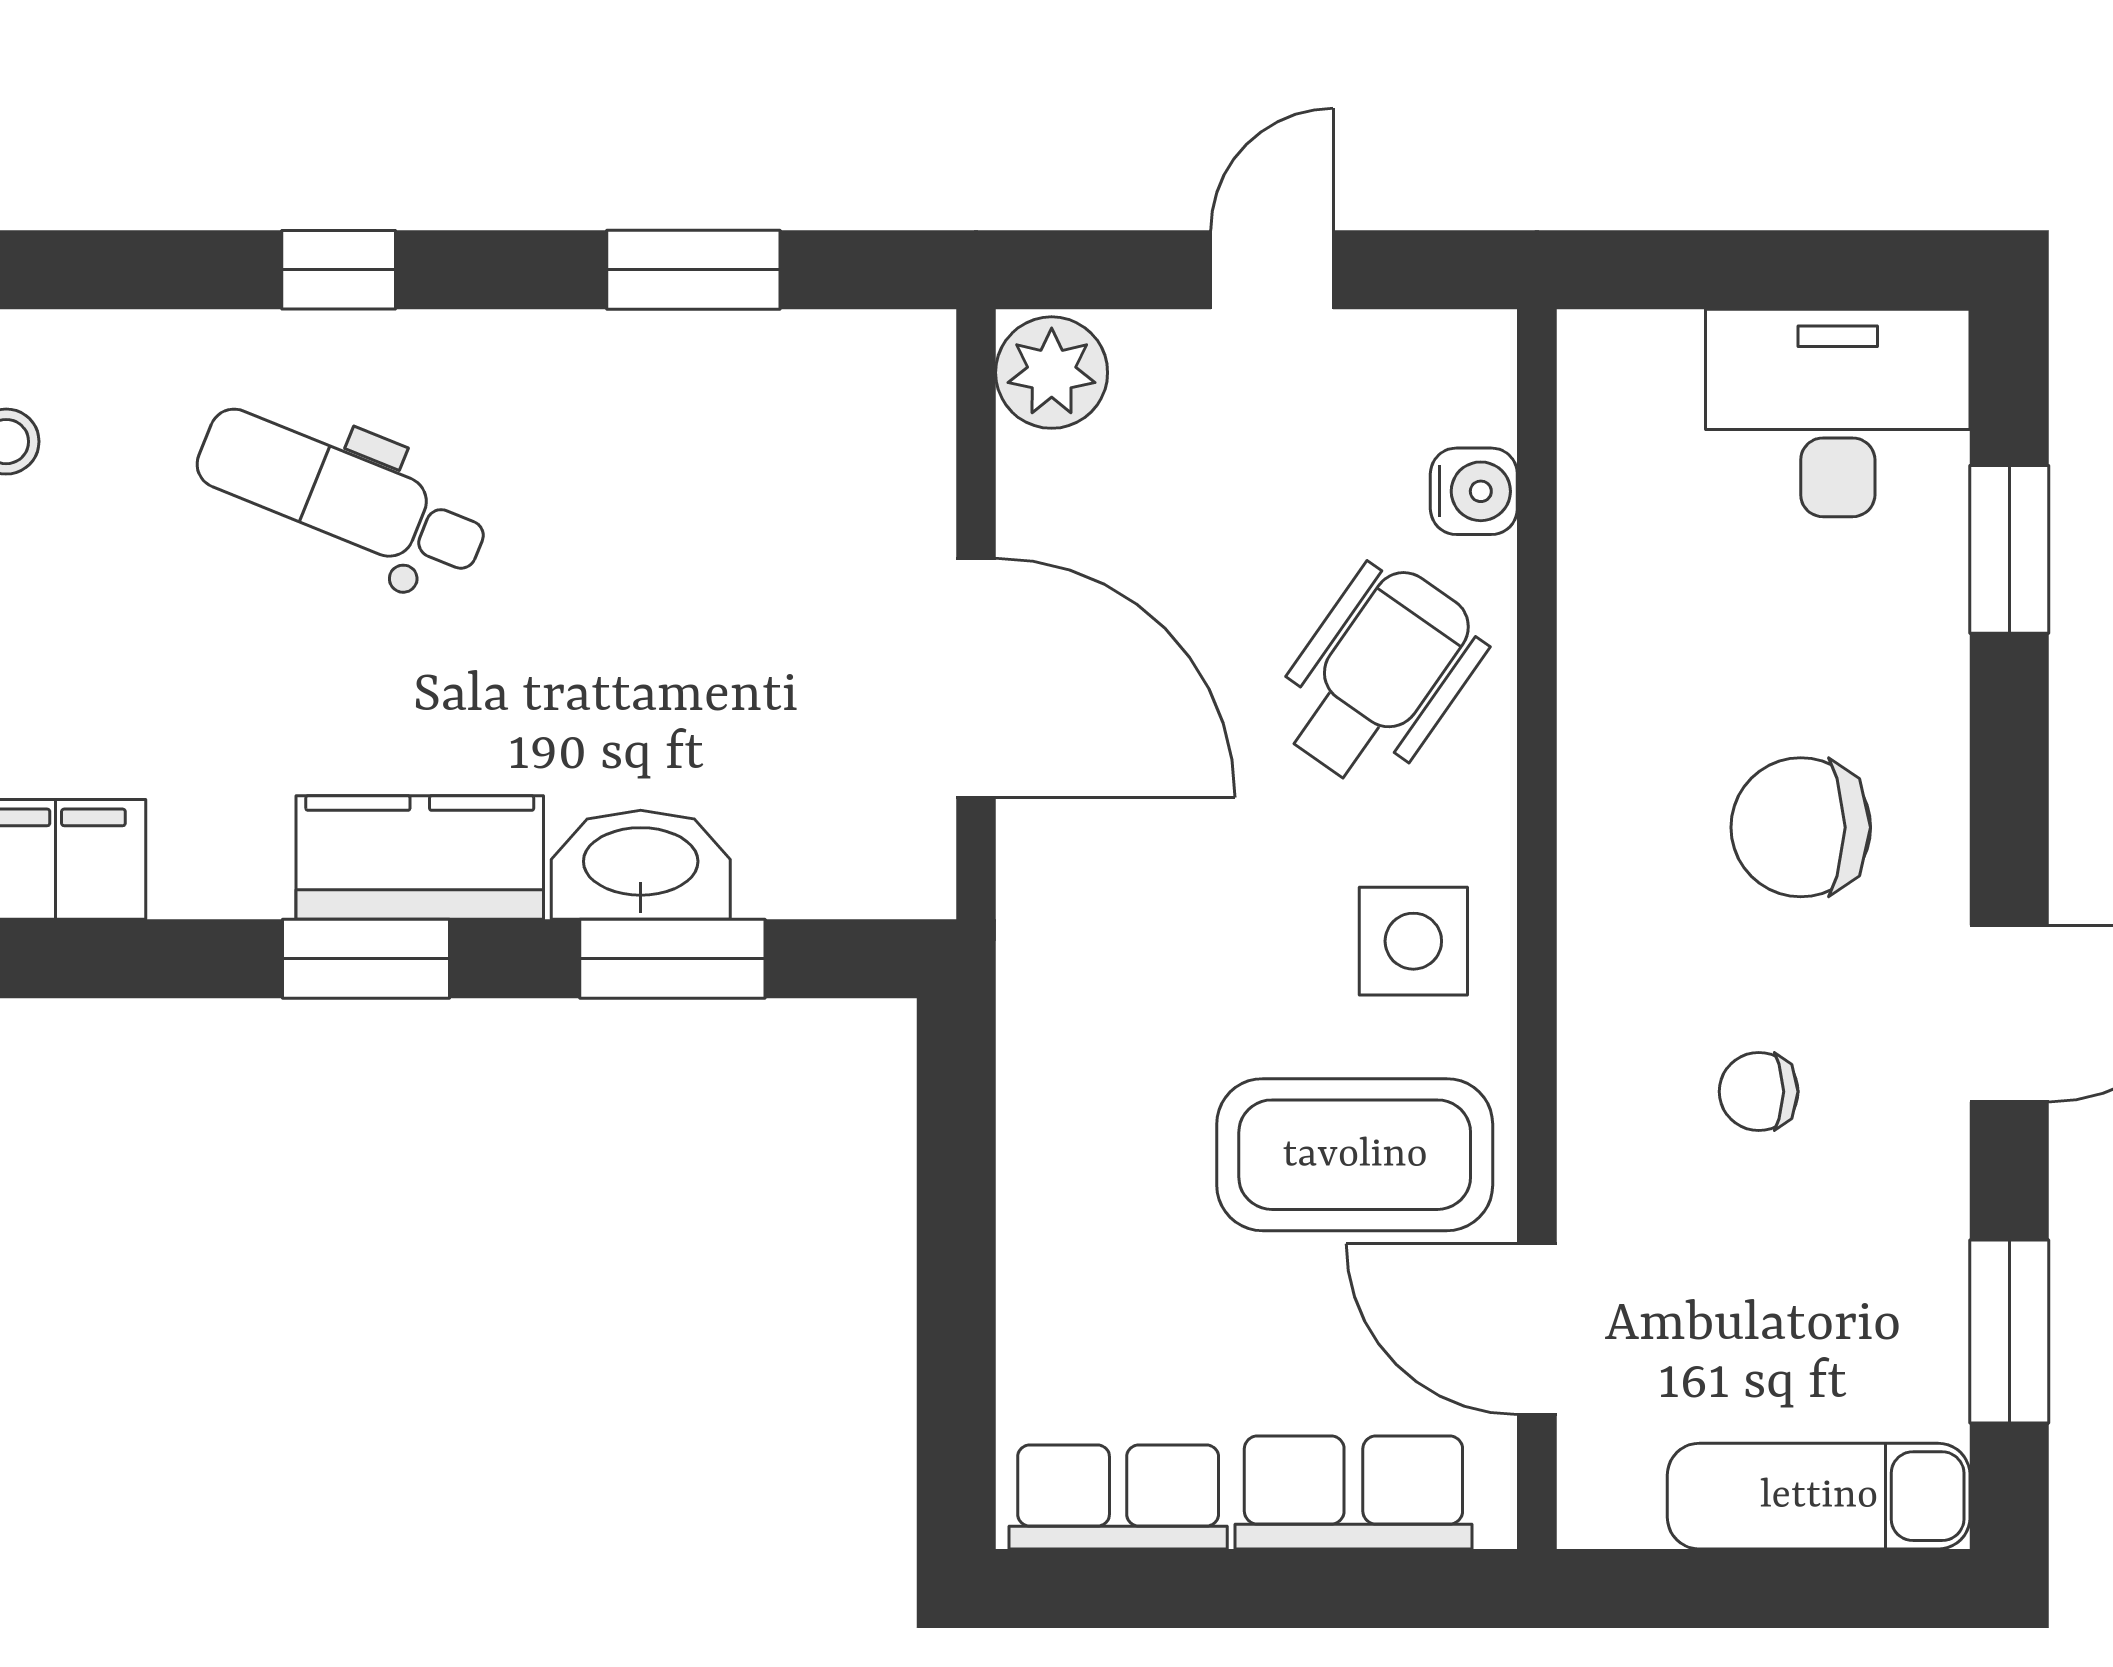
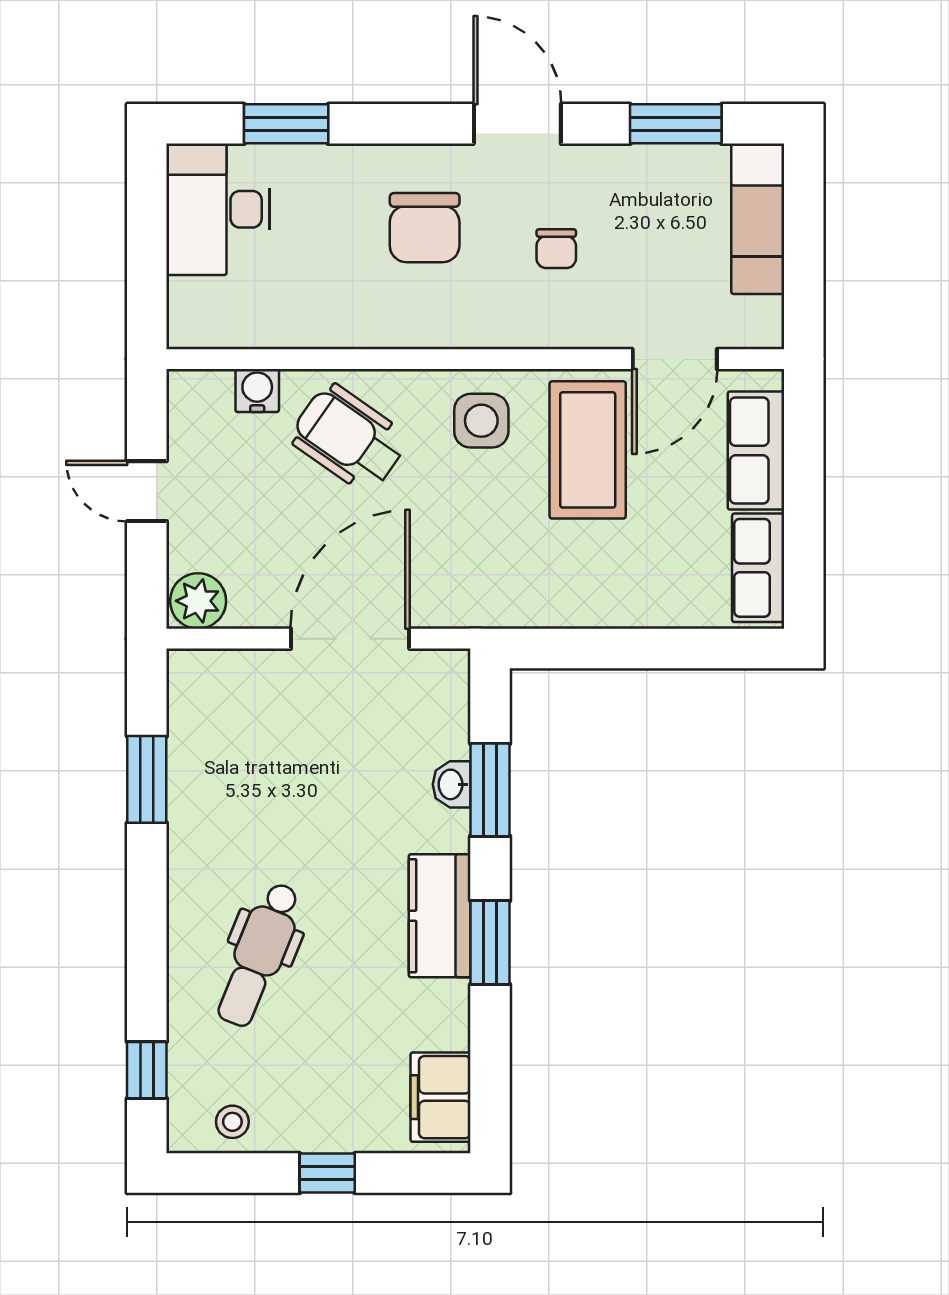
window: (339, 270) -> (147, 1070), moved
washbasin: (641, 865) -> (452, 784), width x0.52, depth x0.69

